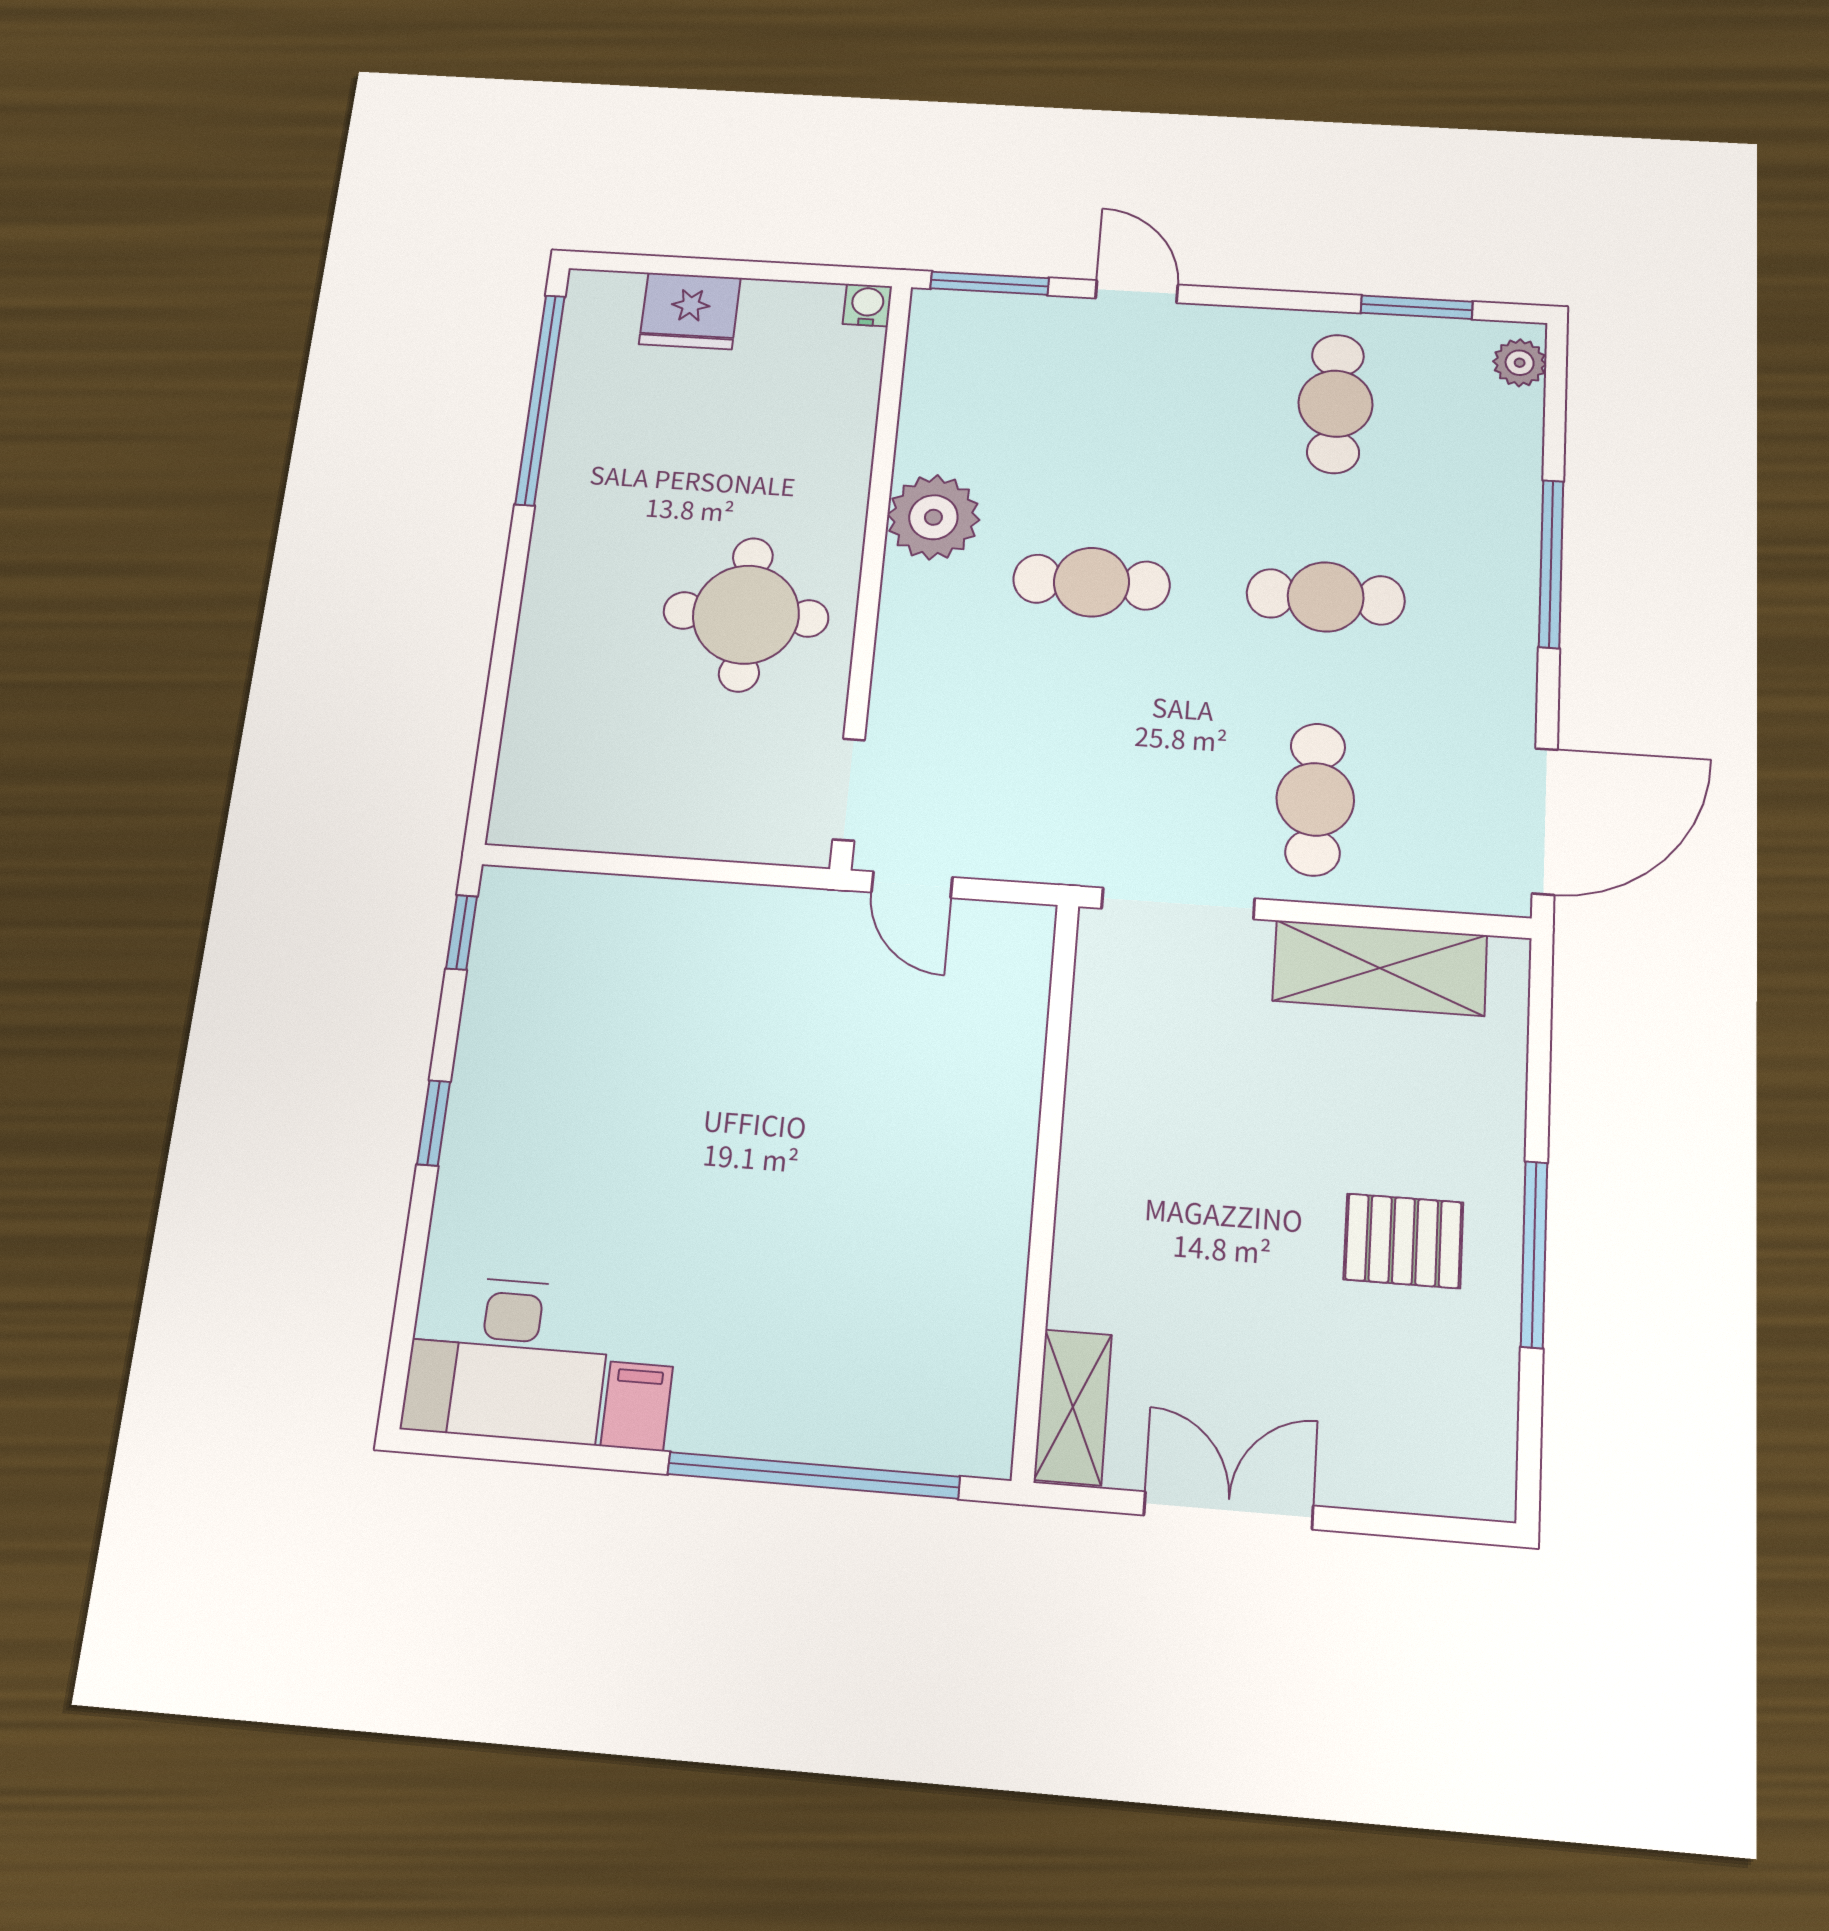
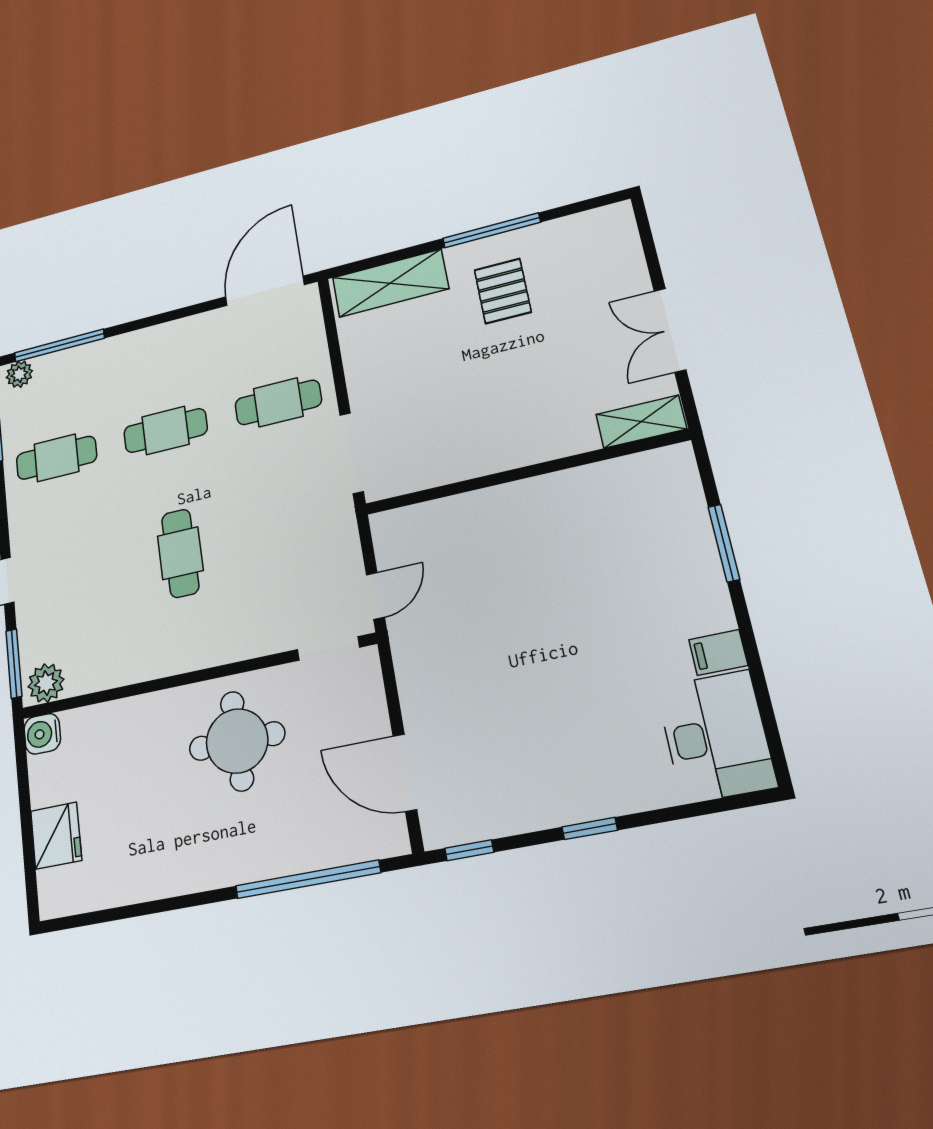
water cooler: (867, 305) -> (42, 734), width x1.38, depth x1.38
window: (540, 399) -> (308, 879), moved
plant: (933, 517) -> (46, 683), moved, width x0.73, depth x0.73
window: (1551, 564) -> (59, 346), moved
cafe table: (1326, 597) -> (165, 431), turned 90
door: (1545, 821) -> (265, 291), hinge flipped
door: (611, 864) -> (405, 773), added
shelving: (1380, 968) -> (390, 283), moved, turned 90
window: (814, 1475) -> (724, 543), width x0.47

